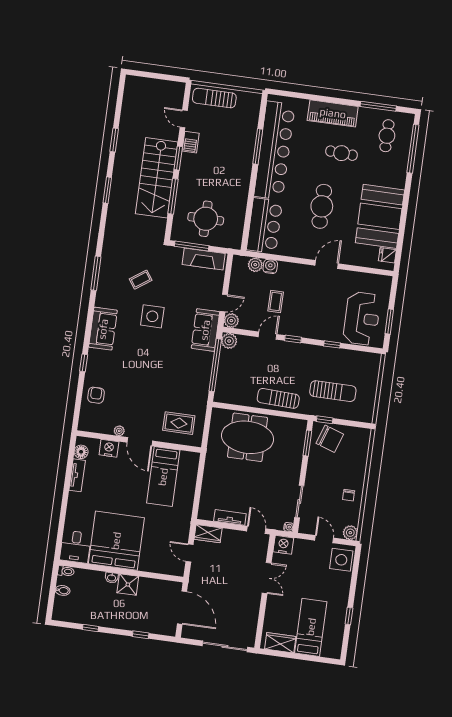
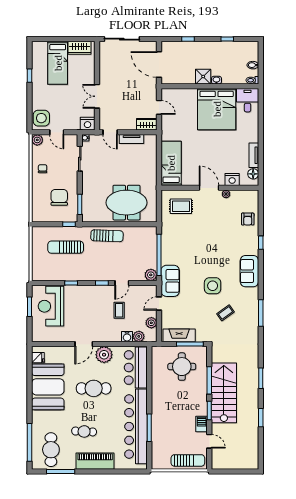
cafe table: (387, 136) -> (51, 450), width x1.37, depth x1.35
cafe table: (322, 206) -> (94, 388), turned 90
plant: (303, 247) -> (104, 355), added
plant: (231, 321) -> (151, 323), moved
chair: (330, 439) -> (59, 197), moved, turned 71
bed: (163, 477) -> (171, 163), moved

